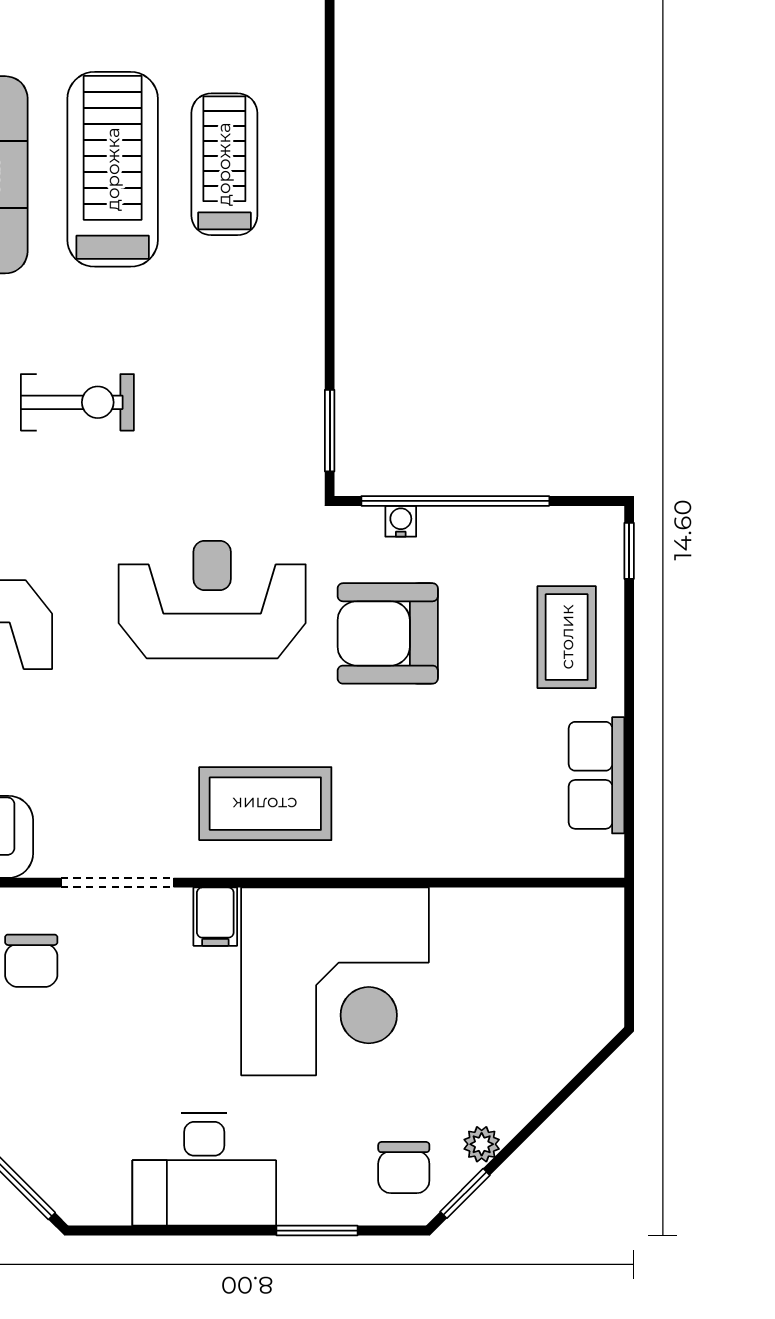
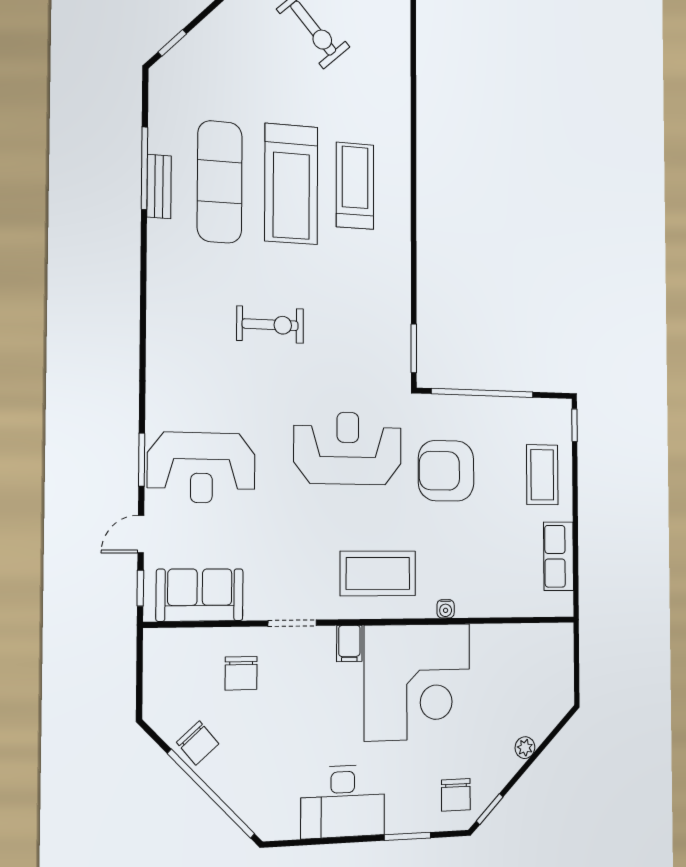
treadmill: (113, 169) -> (291, 184), turned 180
water cooler: (401, 521) -> (446, 609), moved, turned 180
doorway: (117, 883) -> (292, 623), width x0.73
plant: (482, 1144) -> (525, 748), moved

